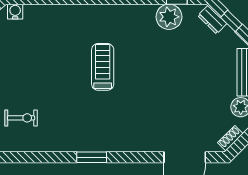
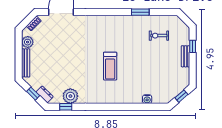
water cooler: (15, 12) -> (147, 99), moved
window: (92, 157) -> (140, 12), moved

